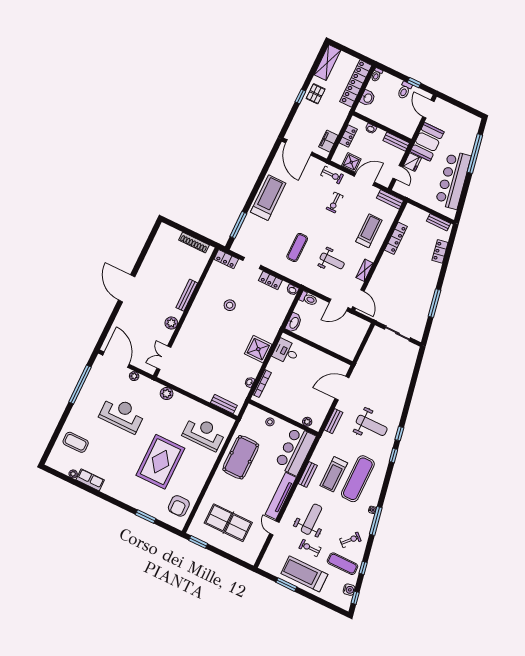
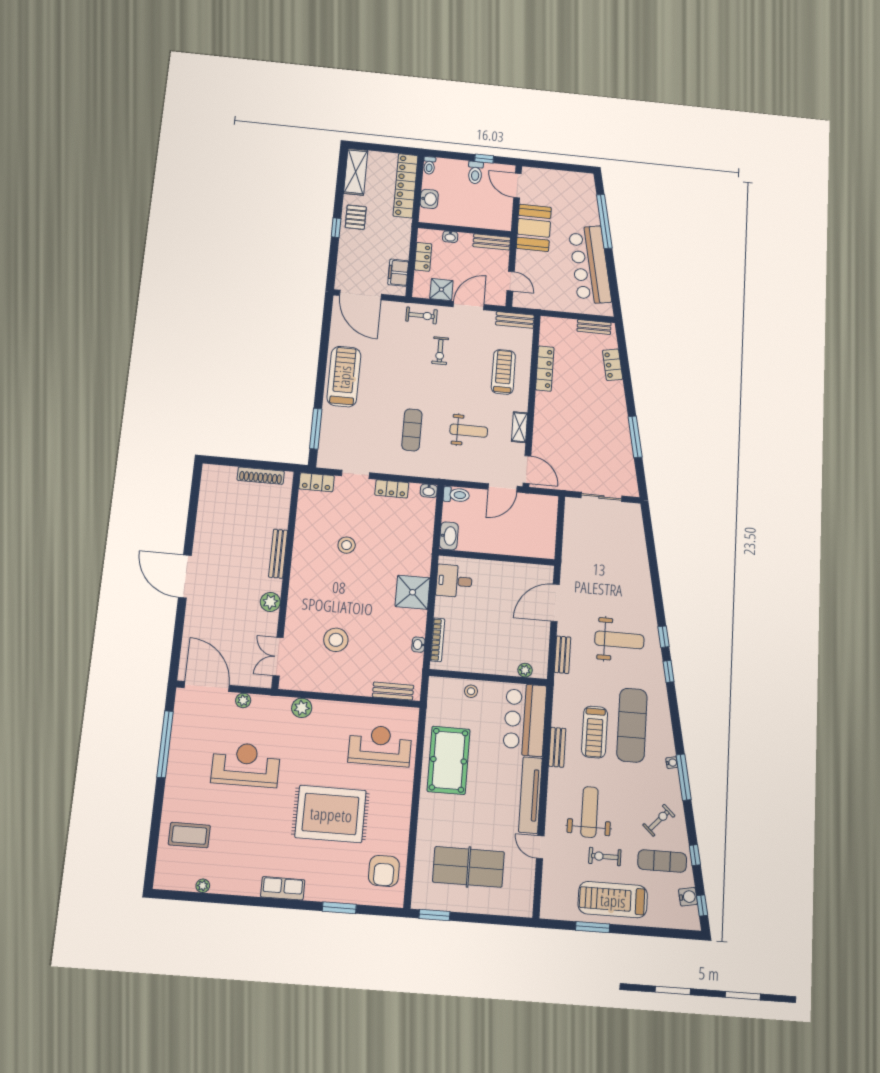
fridge: (412, 162) -> (525, 261), removed
stool: (202, 361) -> (336, 640), added
rug: (160, 462) -> (331, 814), turned 90
row of seats: (90, 480) -> (283, 888), moved

